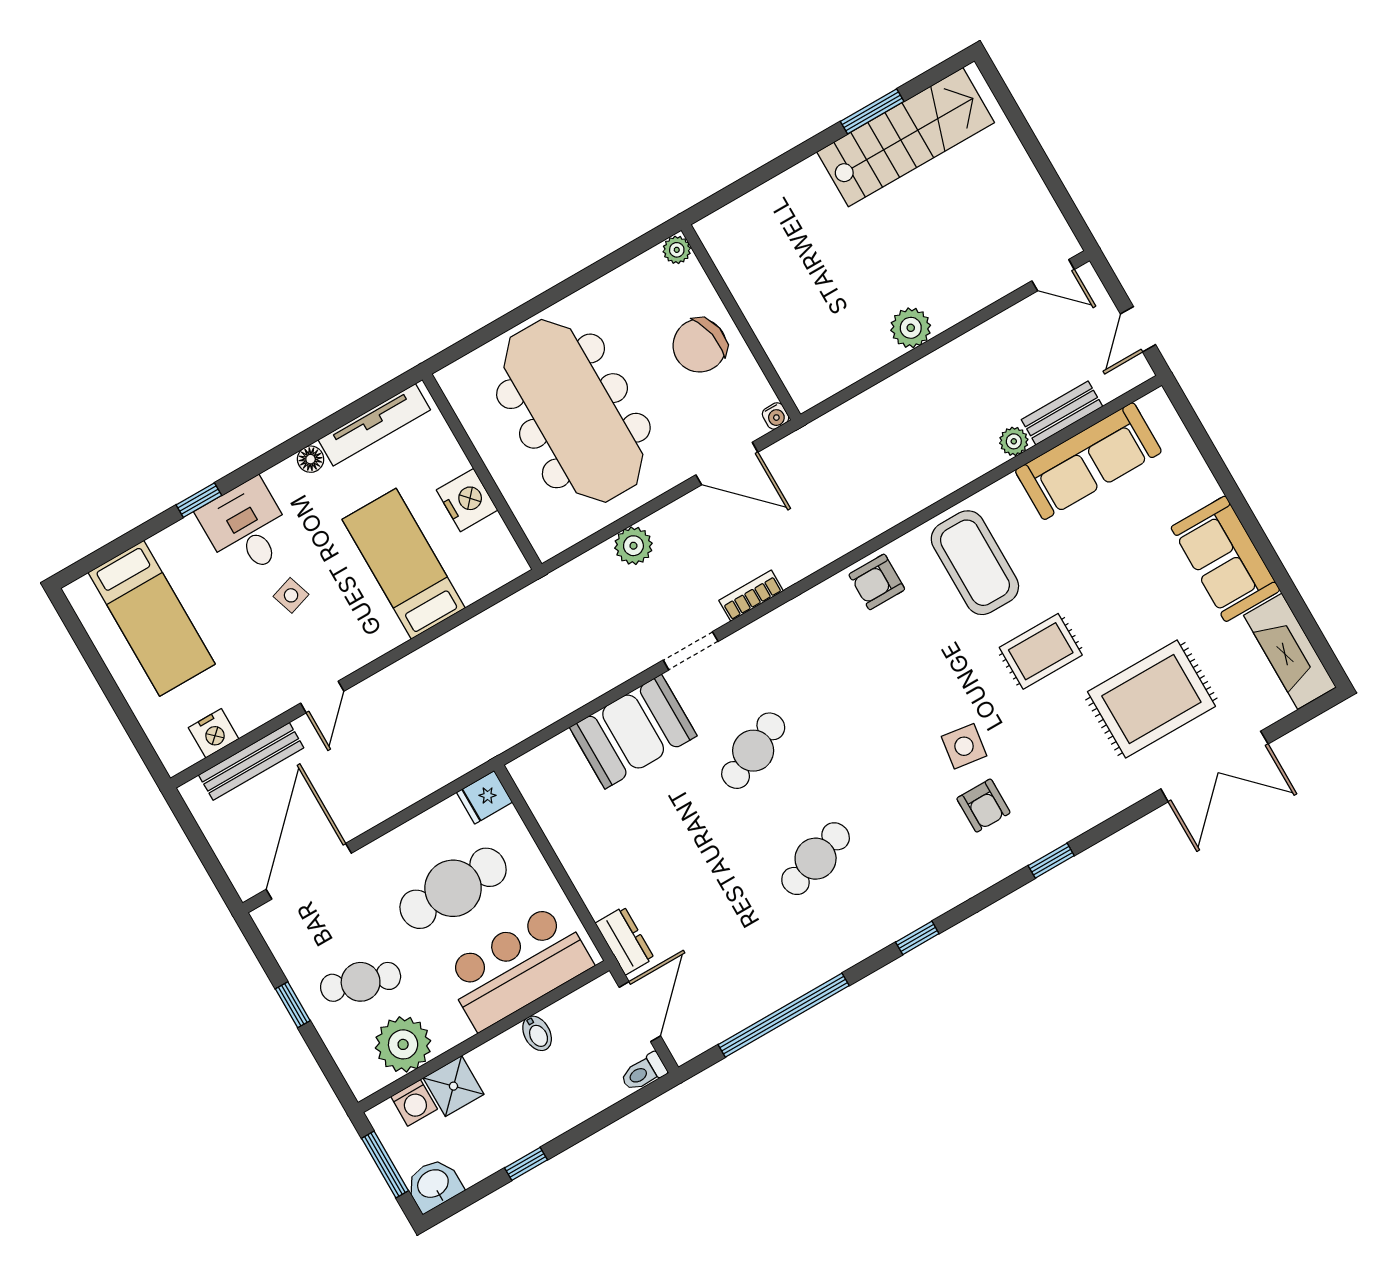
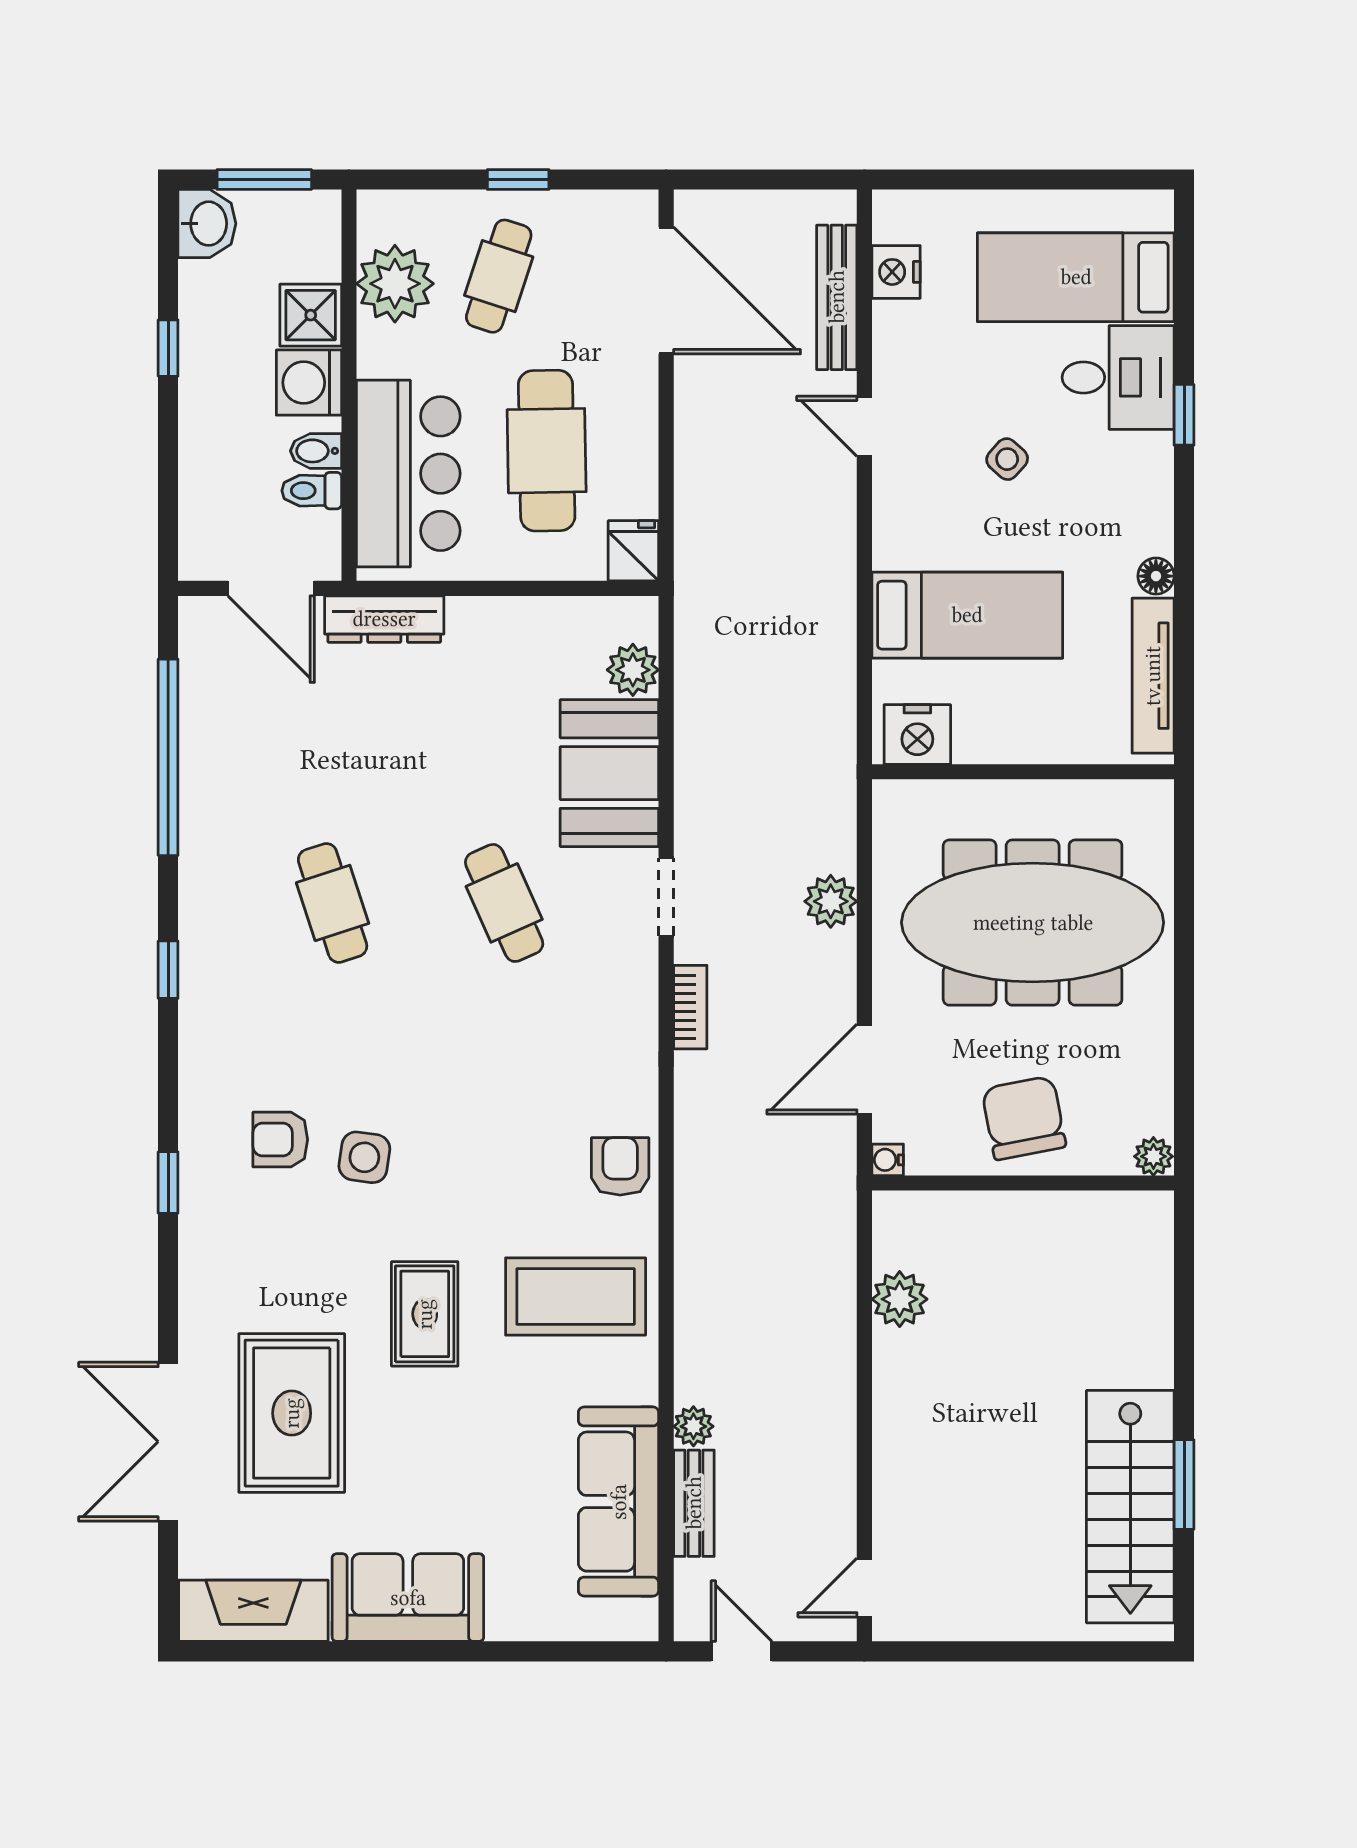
plant: (911, 328) -> (900, 1299), moved
nightstand: (467, 500) -> (917, 734), moved
desk: (246, 528) -> (1118, 377), moved
side table: (291, 595) -> (1007, 459), turned -30
plant: (560, 754) -> (633, 670), added
dresser: (625, 941) -> (384, 619), width x1.44
toilet: (644, 1072) -> (312, 491), moved, turned -90
washing machine: (414, 1103) -> (309, 383), moved, width x1.38, depth x1.38

